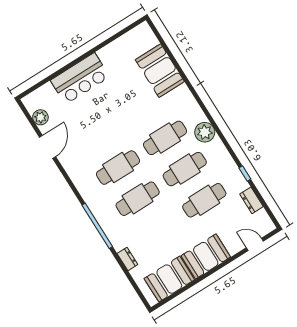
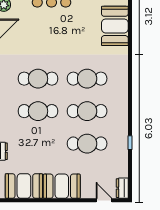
plant: (205, 132) -> (119, 93), removed
dresser: (252, 200) -> (122, 188), moved

